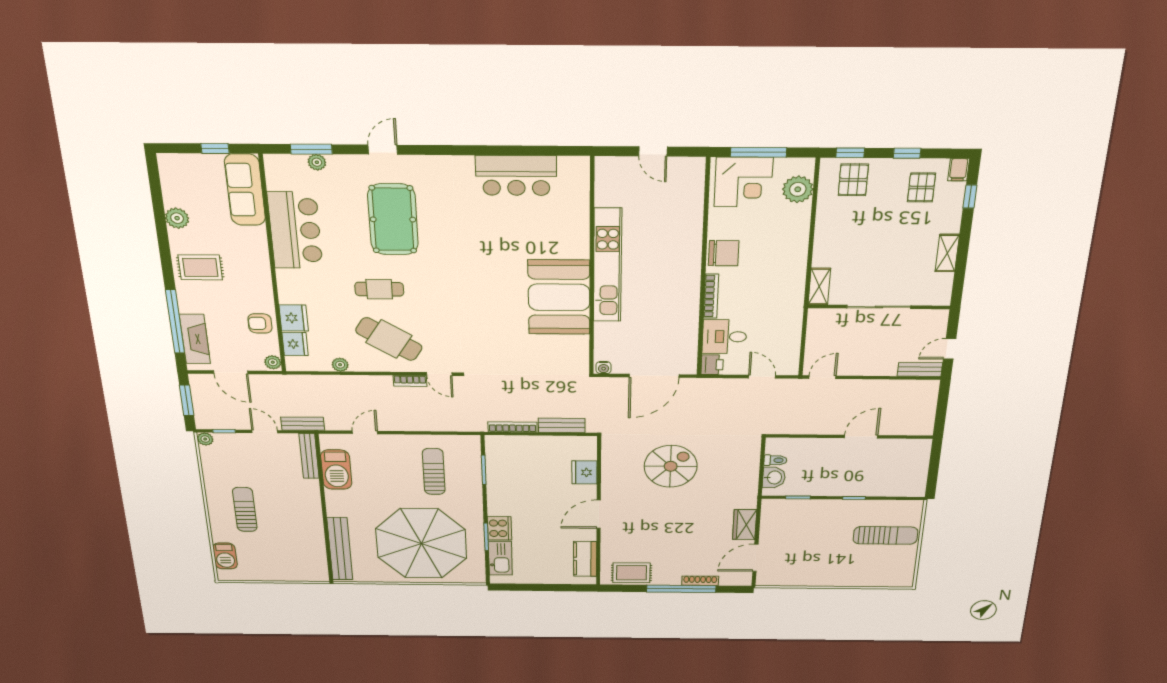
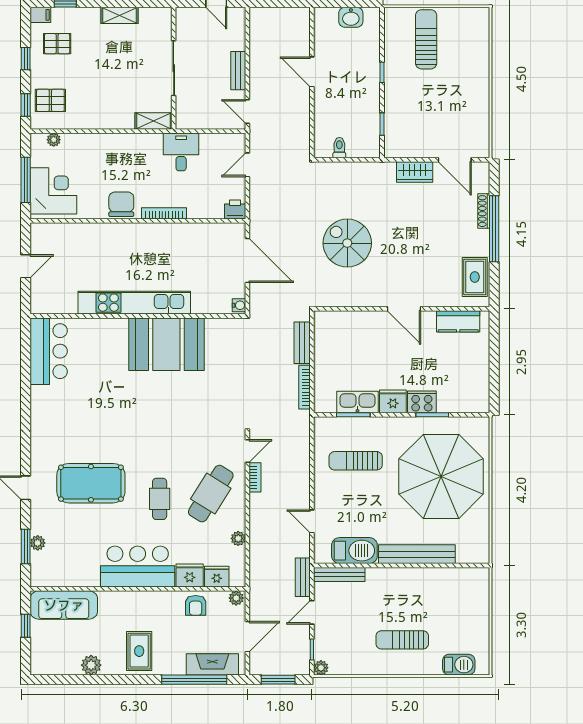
bar counter: (516, 176) -> (49, 351), moved
plant: (798, 189) -> (54, 140), width x0.53, depth x0.53
bar counter: (295, 230) -> (138, 567), moved
desk: (724, 337) -> (181, 152), moved, turned 180
bench: (920, 369) -> (238, 71), moved
fridge: (584, 472) -> (393, 401), moved, turned 180
washbasin: (774, 477) -> (351, 17), moved, turned 180
bench: (340, 549) -> (417, 554), moved
kitchen sink: (500, 558) -> (357, 402), moved

